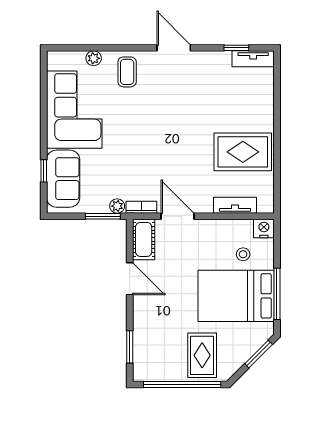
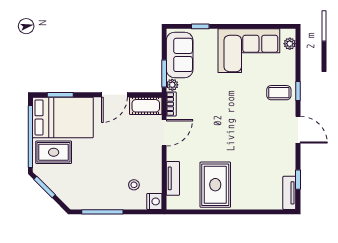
window: (125, 48) -> (298, 91), added
door: (174, 48) -> (298, 130), hinge flipped
plant: (94, 58) -> (290, 44), moved
sofa: (63, 179) -> (180, 55), moved, turned -90
bed: (236, 296) -> (63, 117), moved, turned 90
window: (259, 354) -> (44, 187), moved

